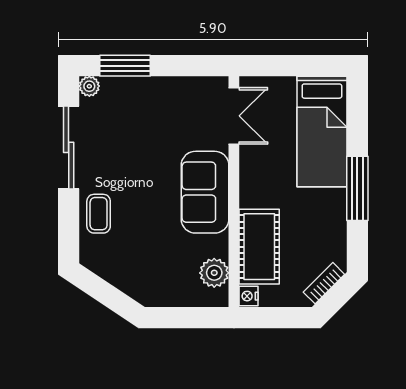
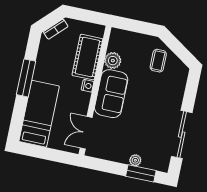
plant: (89, 86) -> (135, 160), moved
coffee table: (99, 214) -> (158, 61), moved
plant: (214, 273) -> (113, 61), moved
nightstand: (249, 296) -> (88, 86), moved

